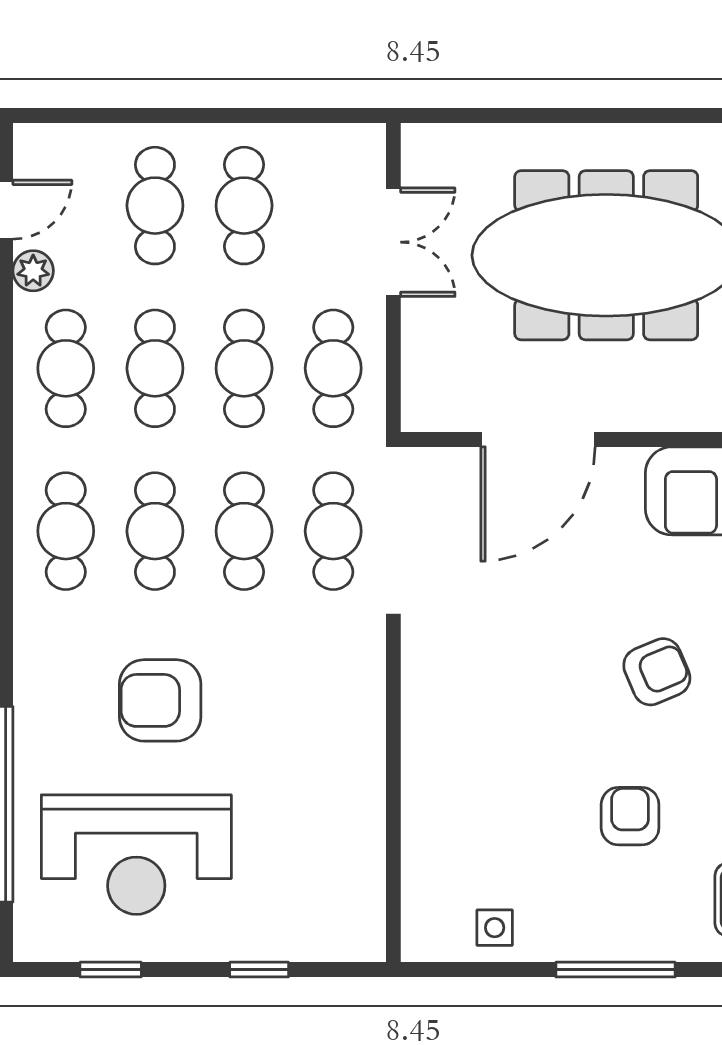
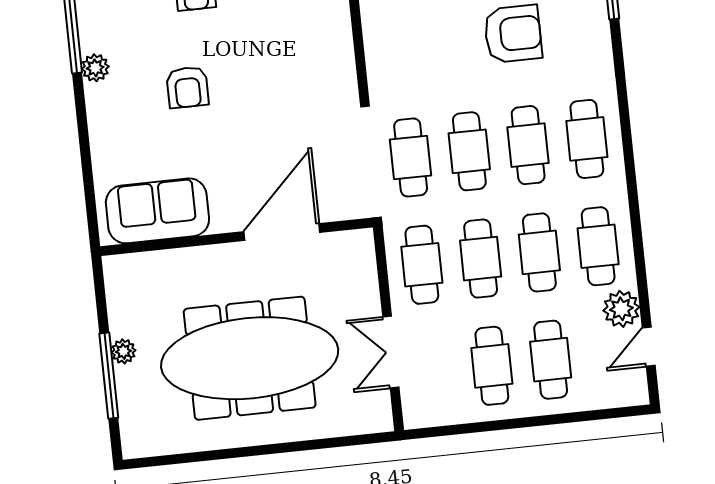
plant: (33, 271) -> (621, 309), width x1.38, depth x1.38
armchair: (657, 672) -> (187, 87), turned -67

